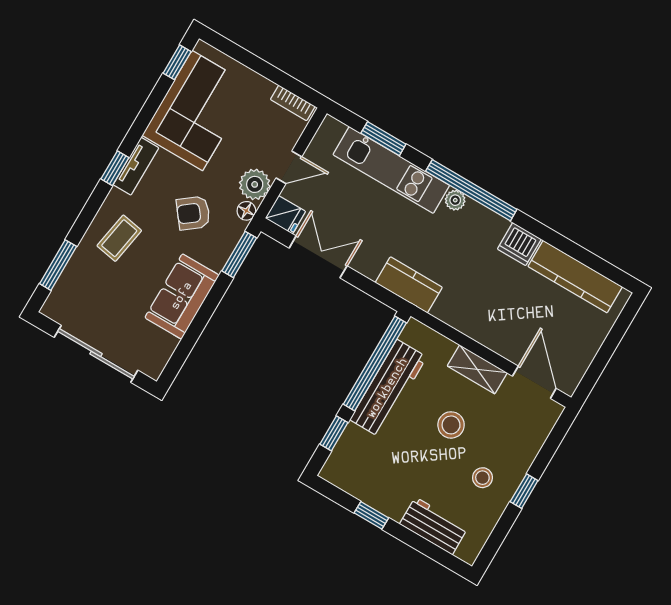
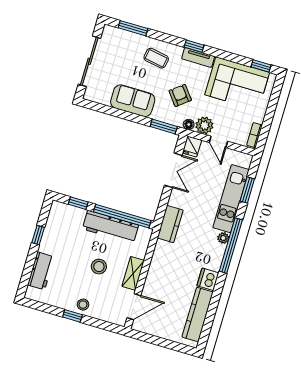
stool: (482, 478) -> (83, 305), moved

